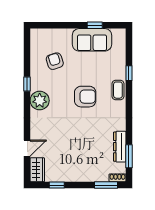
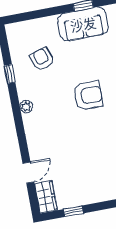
window: (27, 84) -> (10, 74), moved
plant: (40, 101) -> (26, 107), width x0.53, depth x0.53

